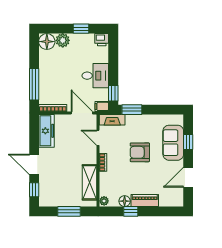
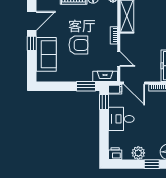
window: (81, 29) -> (152, 164), moved
plant: (63, 40) -> (138, 153), moved
window: (188, 142) -> (32, 43), moved

